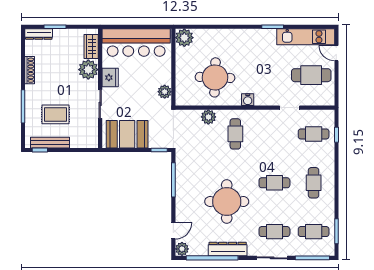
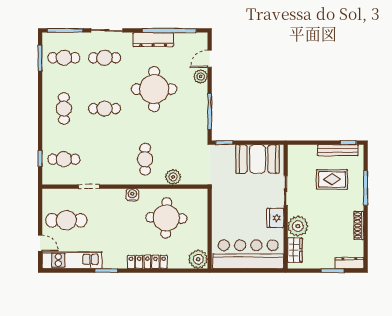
locker: (233, 35) -> (147, 262), added
plant: (165, 92) -> (219, 203), removed
plant: (182, 249) -> (201, 76), moved

